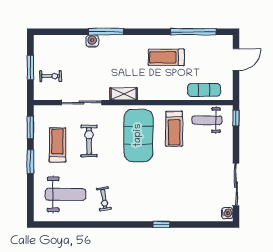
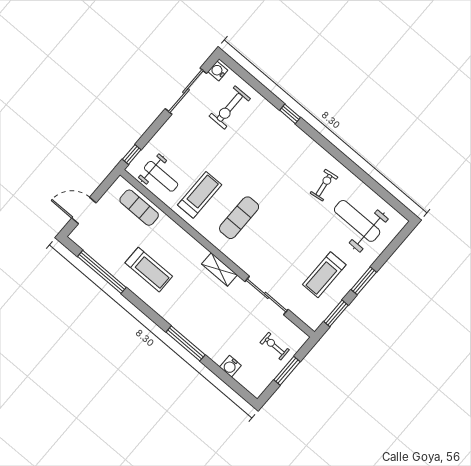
water cooler: (92, 41) -> (230, 366), moved
exercise mat: (138, 135) -> (239, 218), width x0.50, depth x0.69
exercise bike: (89, 141) -> (230, 107), moved

